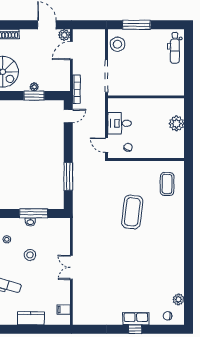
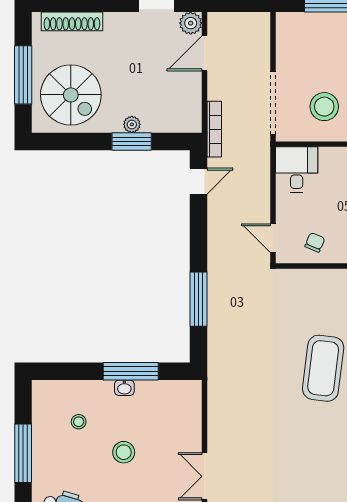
stool: (117, 44) -> (324, 107), moved
desk: (119, 123) -> (297, 169), moved, turned 90

